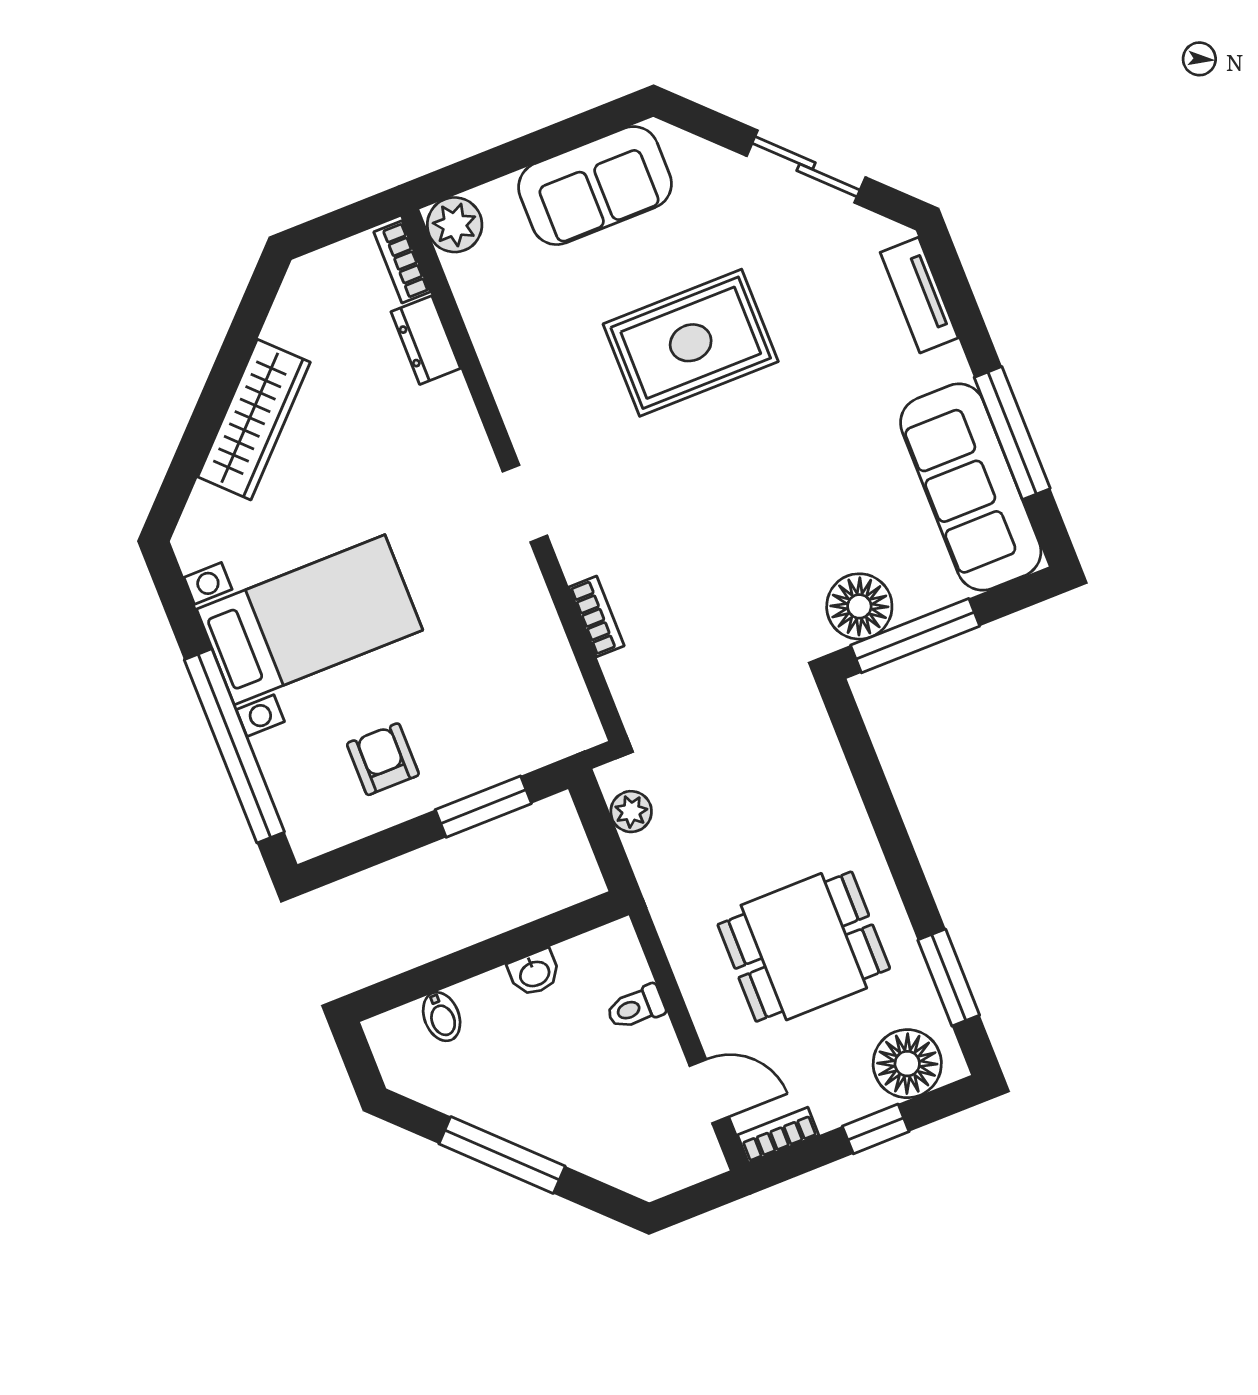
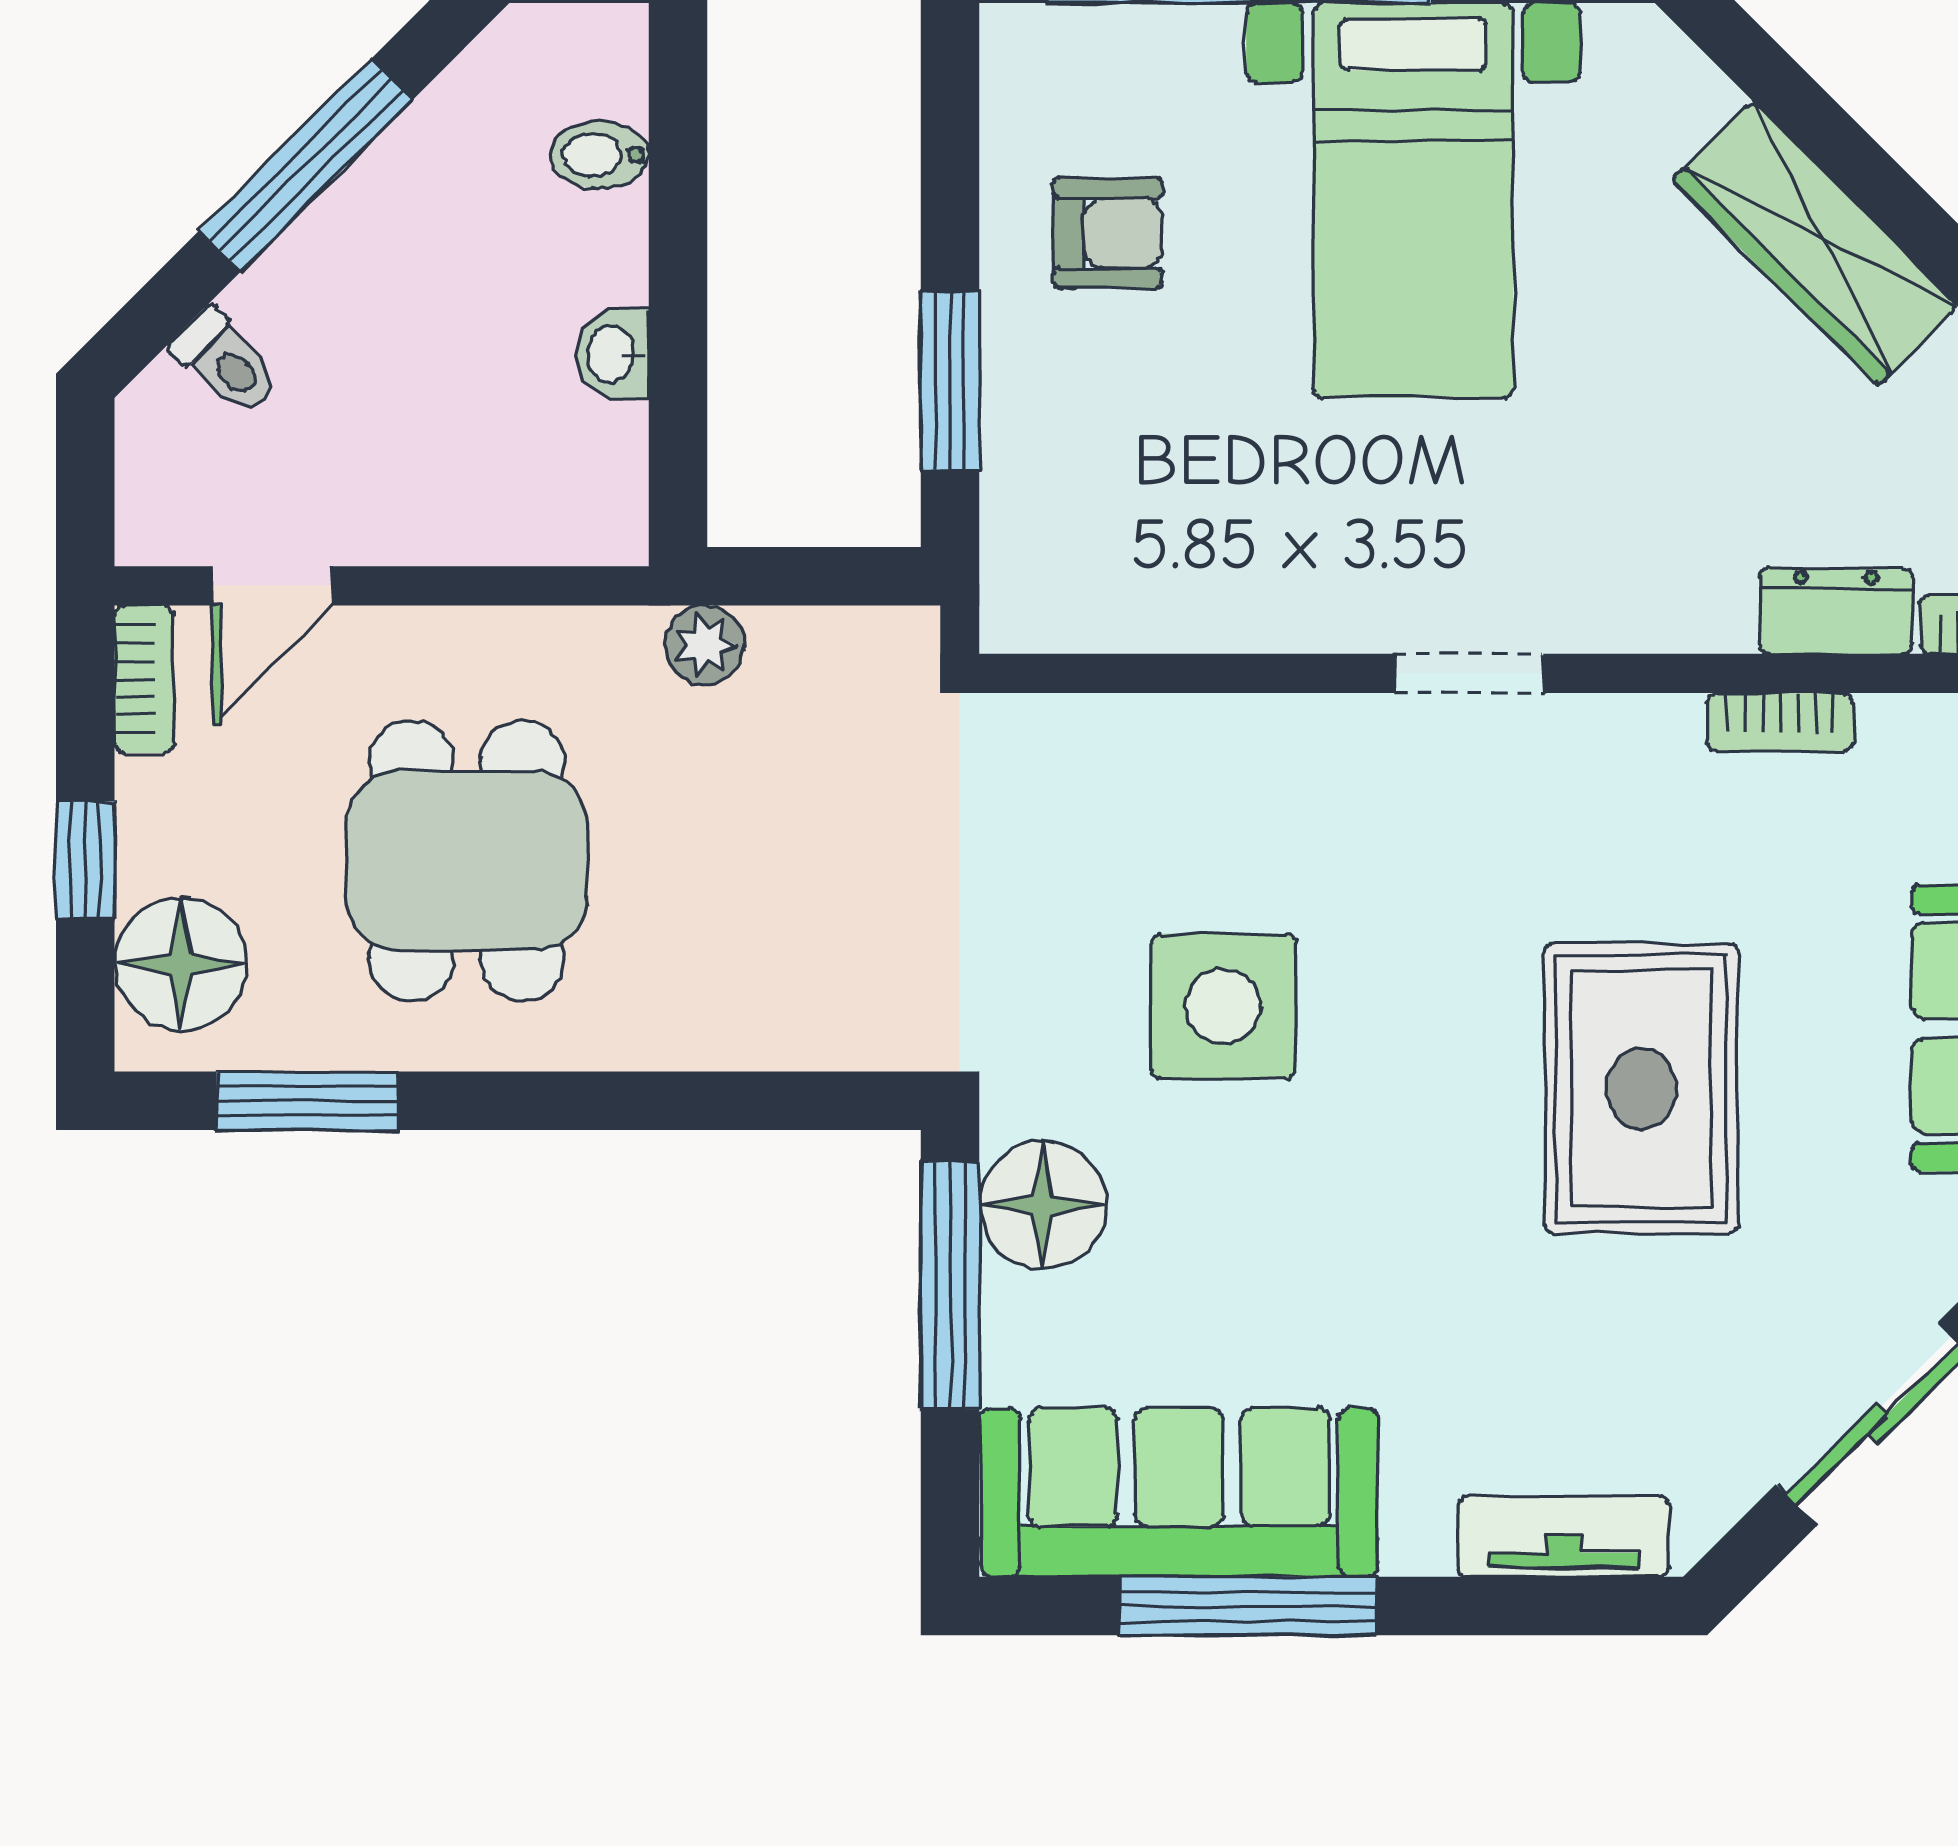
side table: (730, 558) -> (1223, 1006), added
bookcase: (596, 616) -> (1780, 722), moved
plant: (631, 812) -> (705, 645), moved
toilet: (636, 1007) -> (226, 362), moved, turned 135

